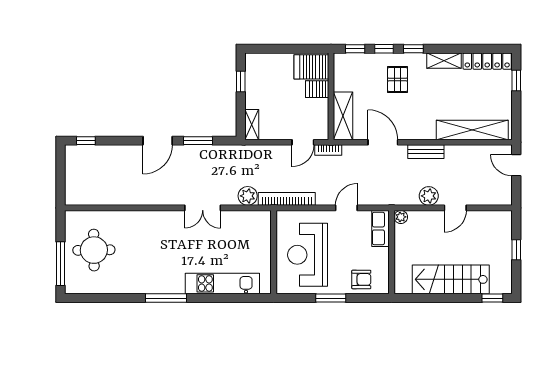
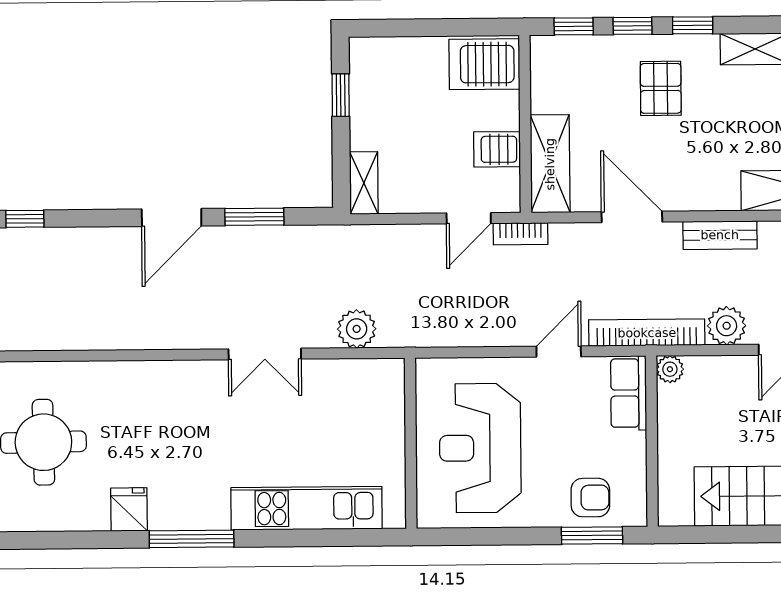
server rack: (317, 89) -> (497, 149), moved
bookcase: (287, 199) -> (647, 333), moved
fridge: (135, 283) -> (129, 509), added
window: (331, 298) -> (592, 535), moved

